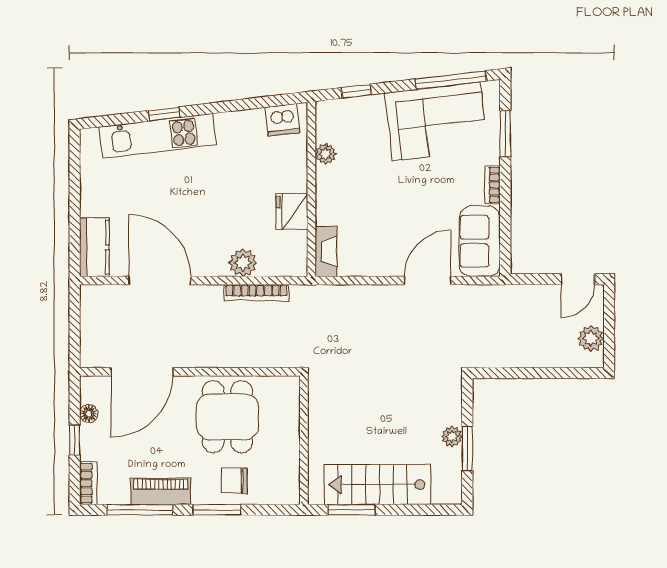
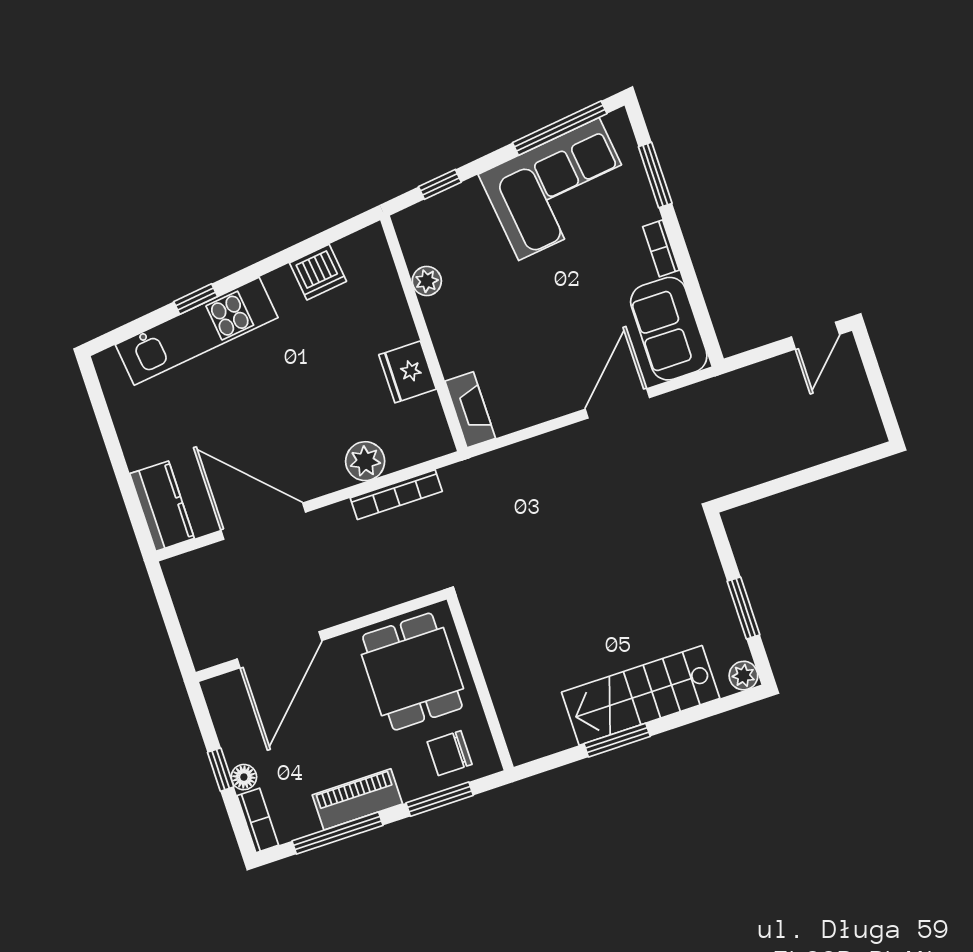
dishwasher: (282, 120) -> (318, 272), moved
plant: (591, 338) -> (859, 408), removed
floor lamp: (89, 414) -> (244, 777), moved
plant: (452, 437) -> (743, 676), moved
wall: (304, 440) -> (480, 683), moved

